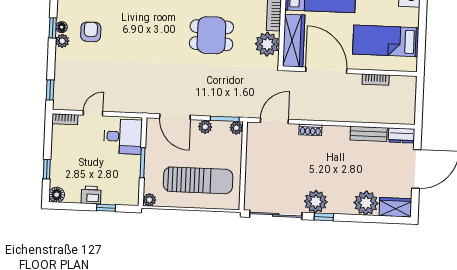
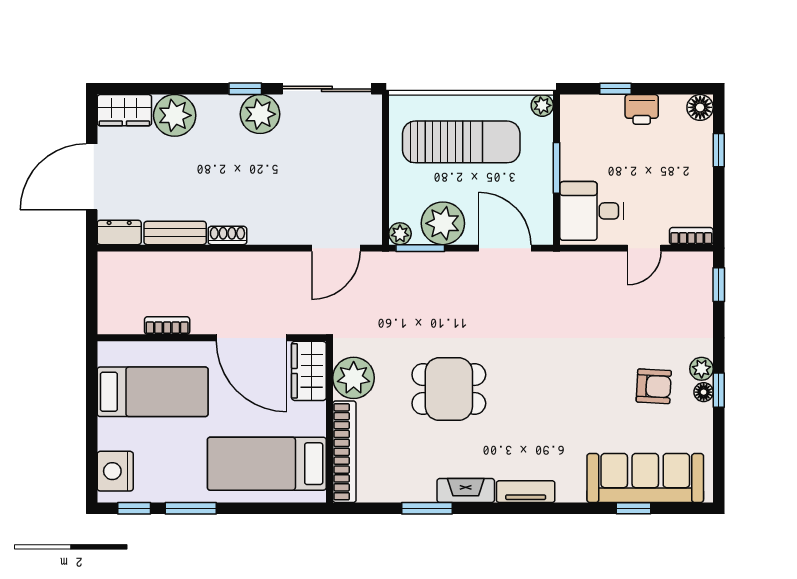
armchair: (91, 32) -> (654, 386), turned -87
wardrobe: (294, 41) -> (309, 371), width x0.67
plant: (205, 127) -> (443, 223), width x1.88, depth x1.88
shoe rack: (310, 130) -> (227, 235), moved
sun lounger: (198, 180) -> (461, 142), turned 180

